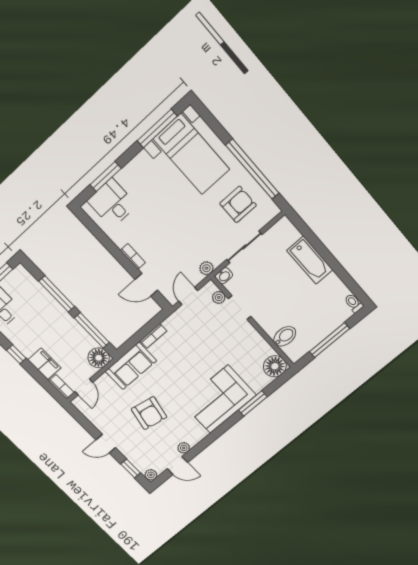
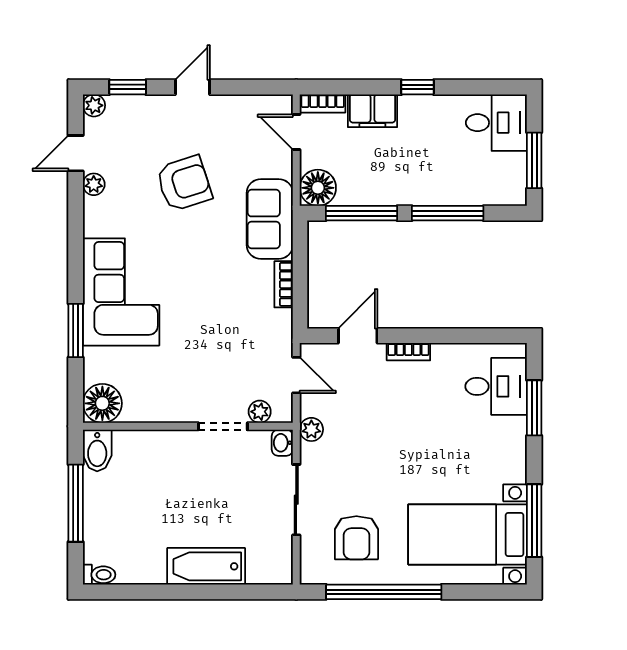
bidet: (285, 336) -> (97, 451), moved
armchair: (149, 413) -> (184, 183), turned 151

